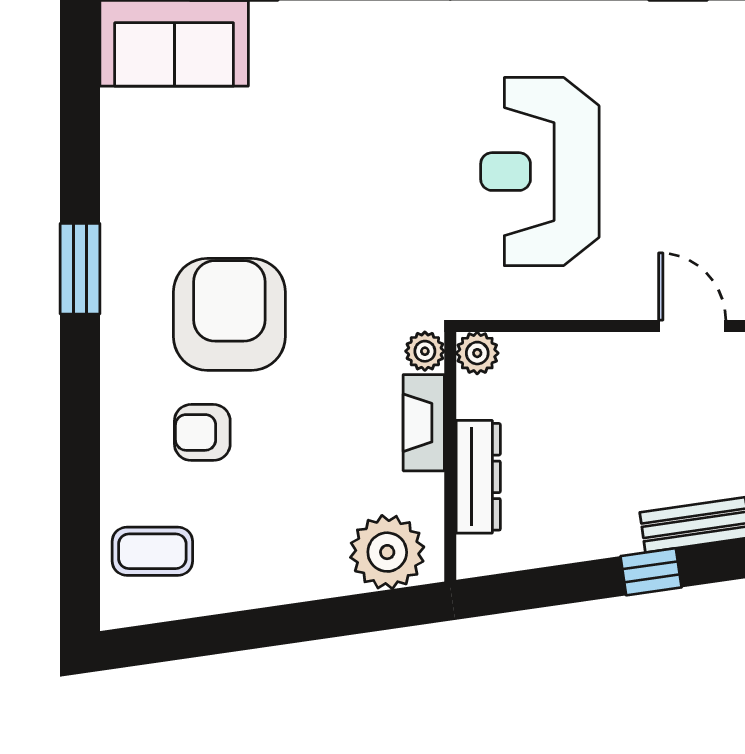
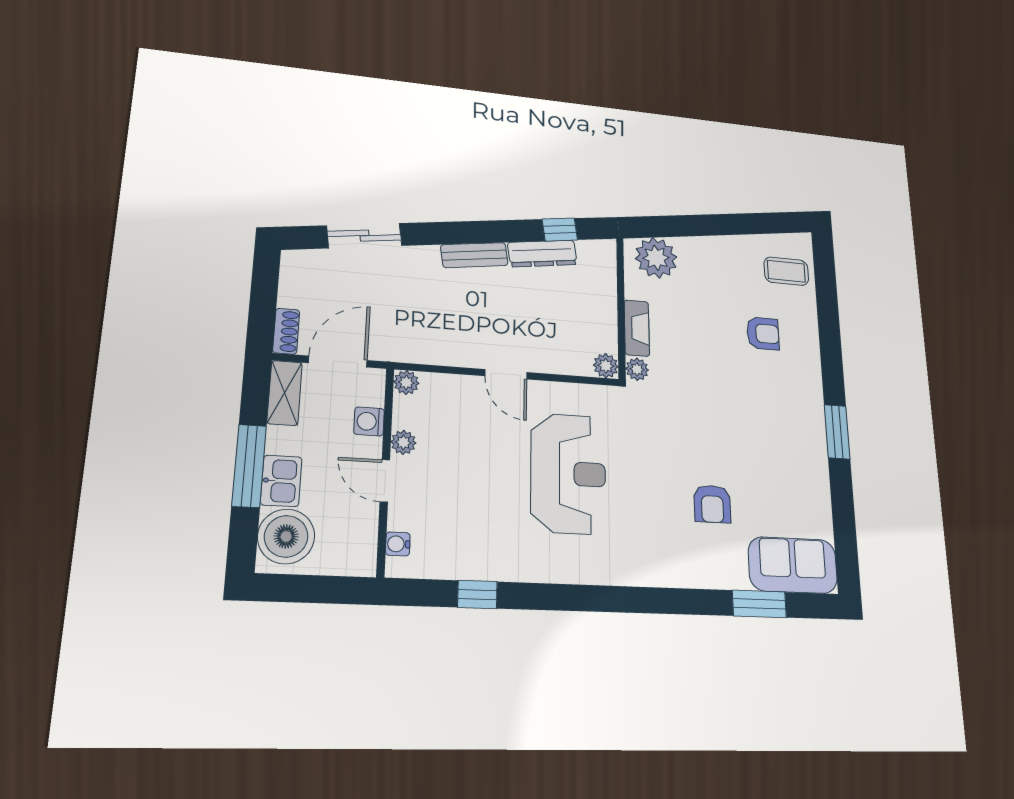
armchair: (229, 314) -> (712, 504), moved, width x0.53, depth x0.53
door: (692, 326) -> (506, 374), moved
dresser: (478, 477) -> (542, 254), moved, turned -98
window: (651, 572) -> (560, 230), moved

